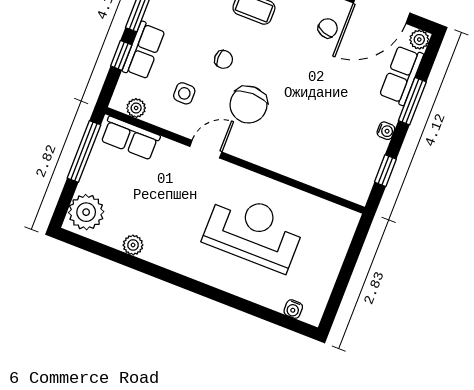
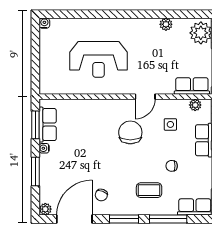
chair: (224, 59) -> (172, 166), moved
row of seats: (401, 75) -> (48, 125), moved
window: (385, 171) -> (35, 125), width x1.50
water cooler: (293, 309) -> (44, 23), moved

